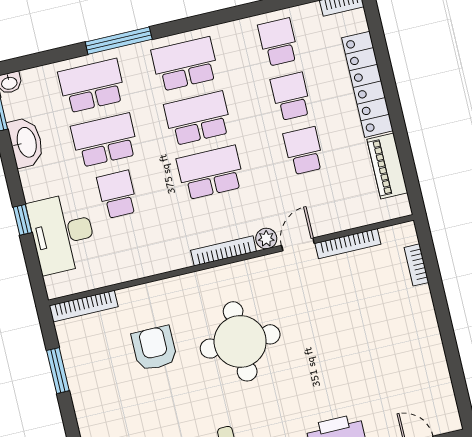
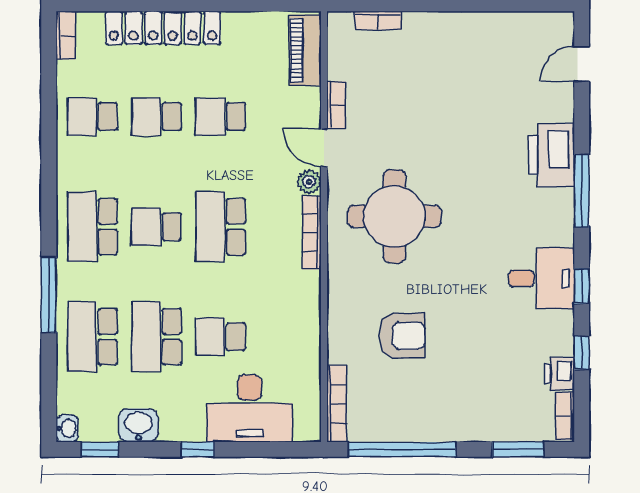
school desk: (198, 118) -> (156, 227), width x0.54
washbasin: (26, 142) -> (138, 425), width x0.72
piano: (387, 166) -> (305, 50), moved, turned 90
window: (23, 220) -> (198, 449), moved
bookcase: (348, 244) -> (336, 105), width x0.64
round table: (240, 341) -> (394, 216), moved
armchair: (154, 348) -> (402, 336), turned 180
window: (58, 371) -> (402, 449), width x2.11

